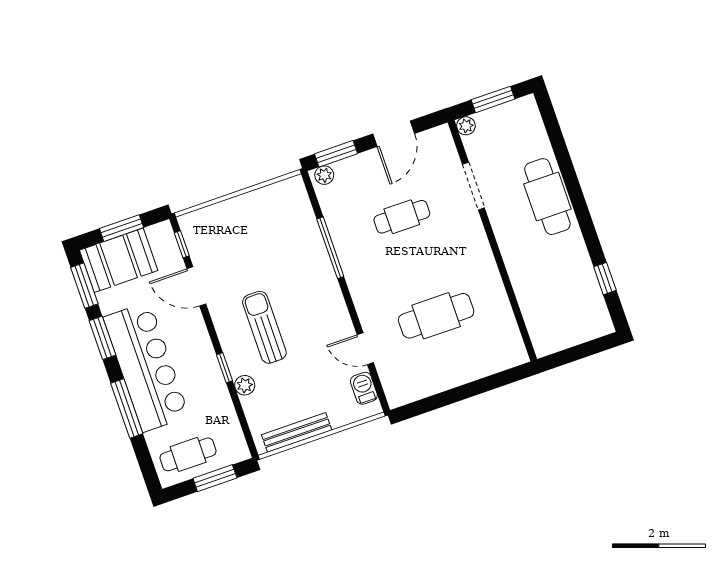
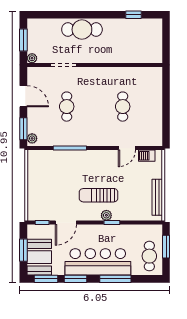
cafe table: (436, 316) -> (123, 107), width x0.73, depth x0.74
plant: (245, 385) -> (106, 215), moved

